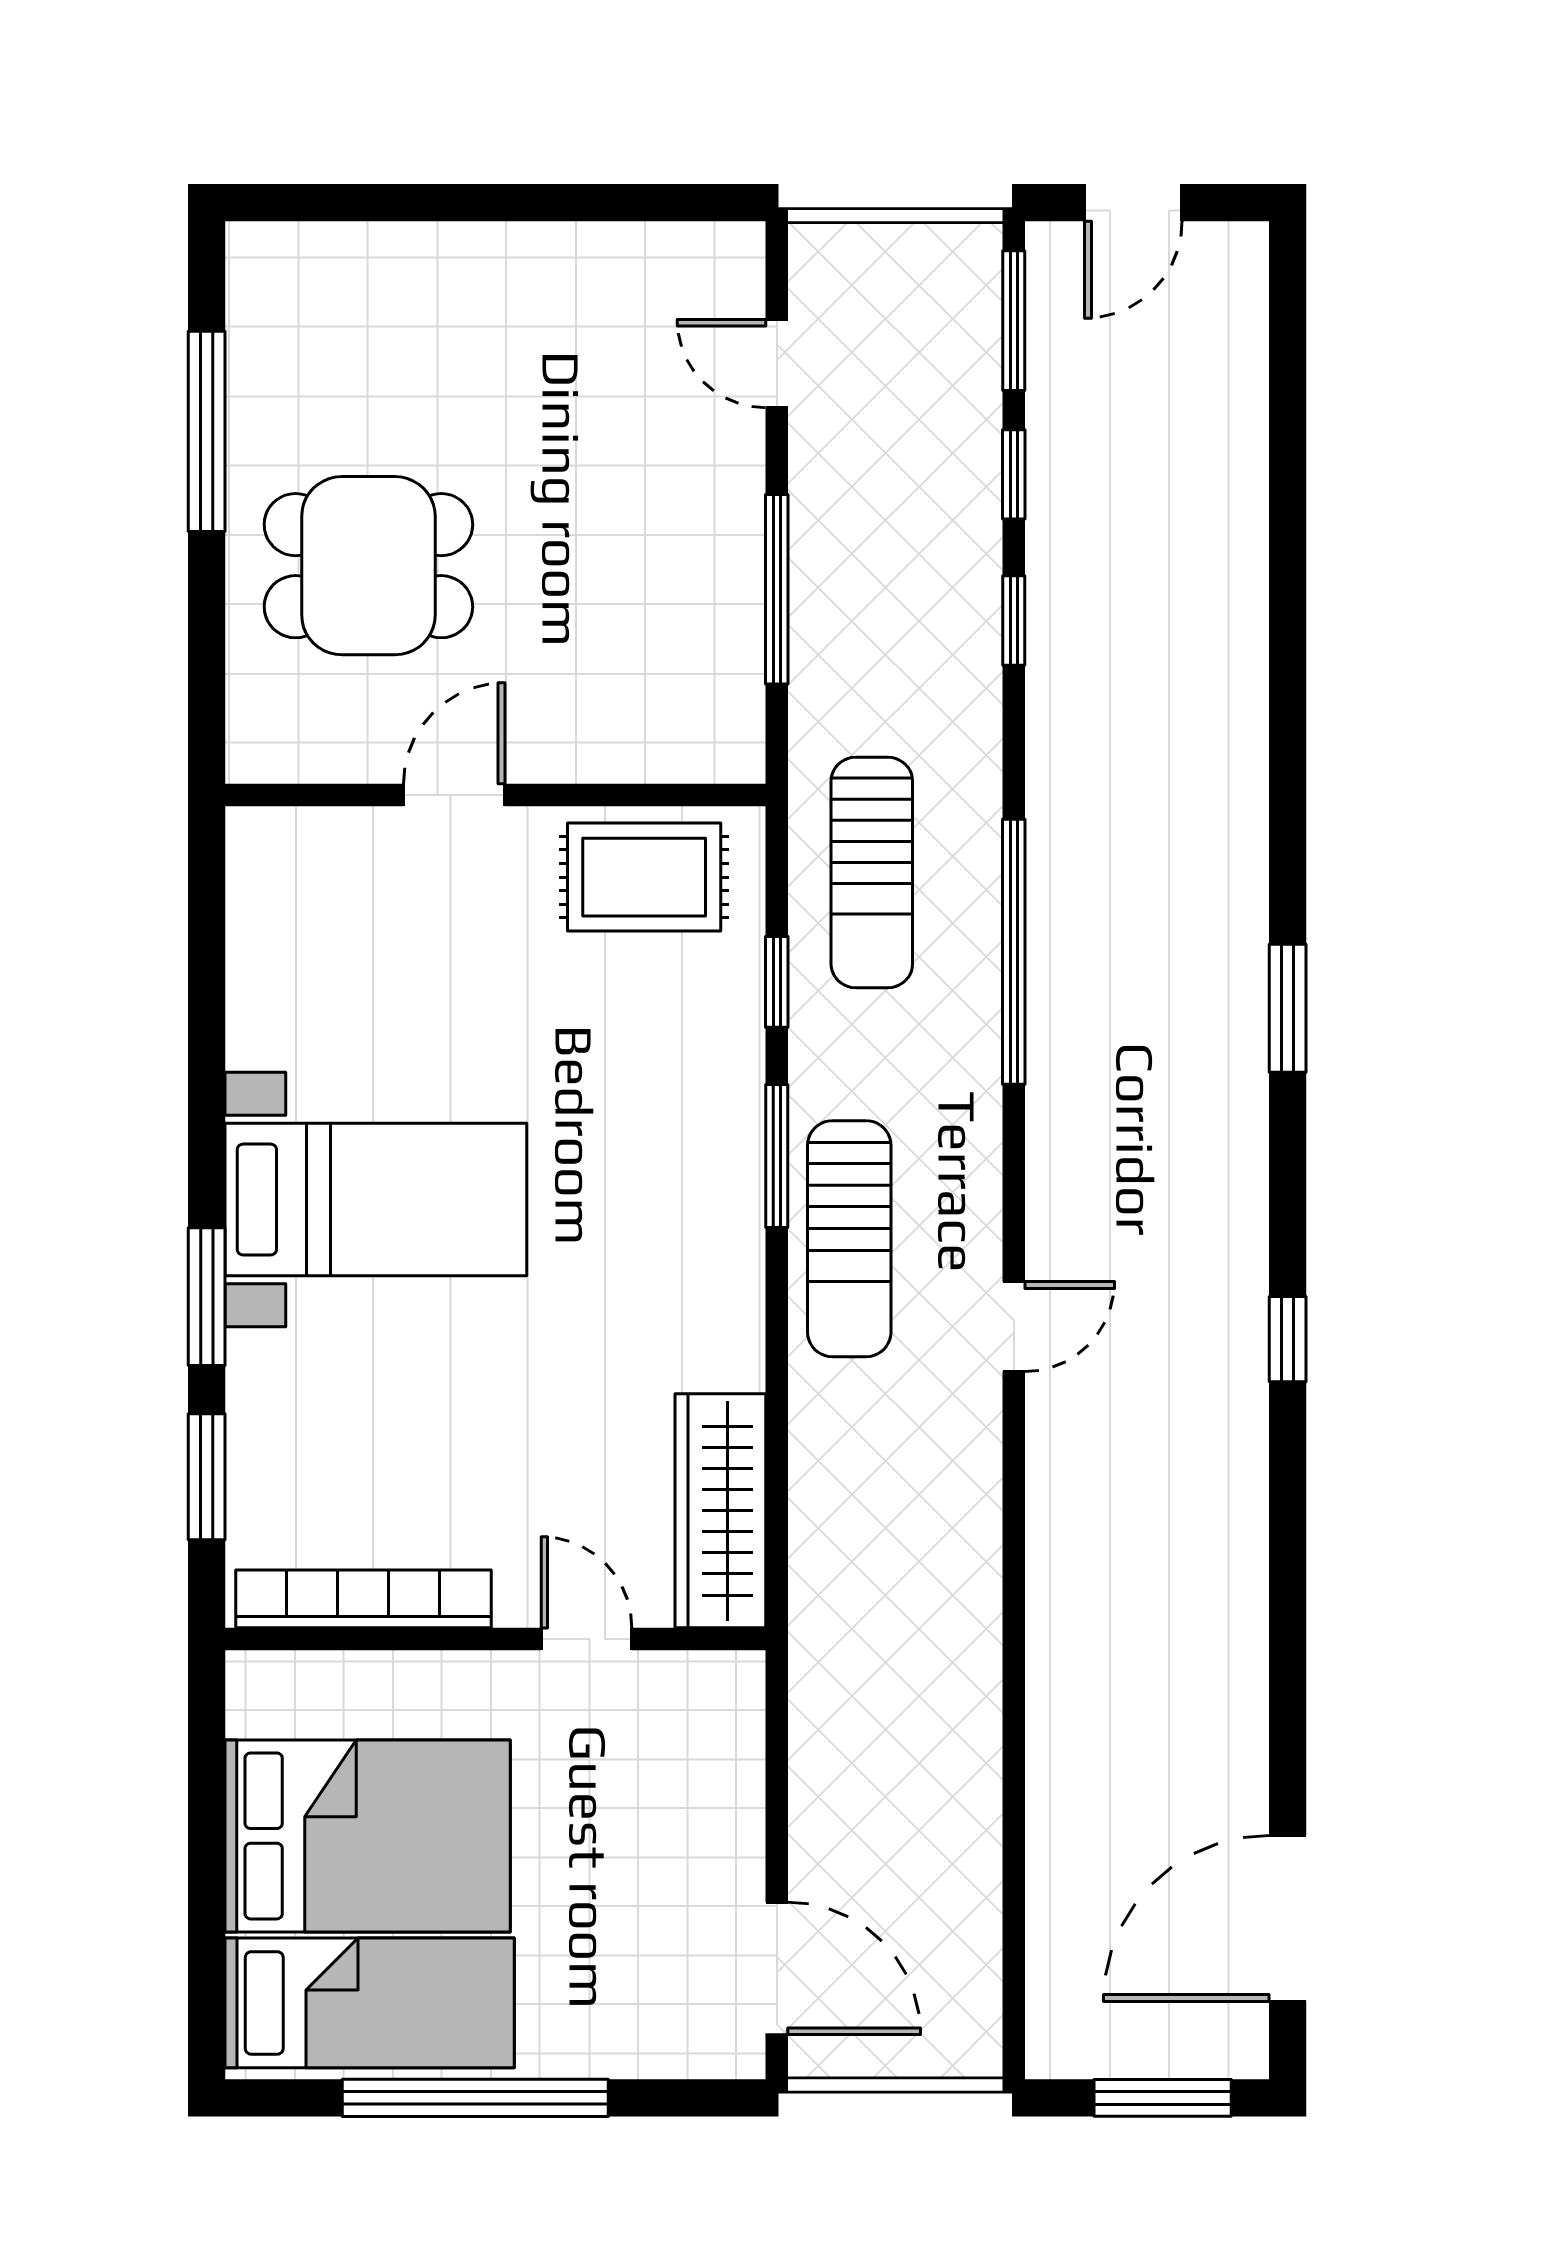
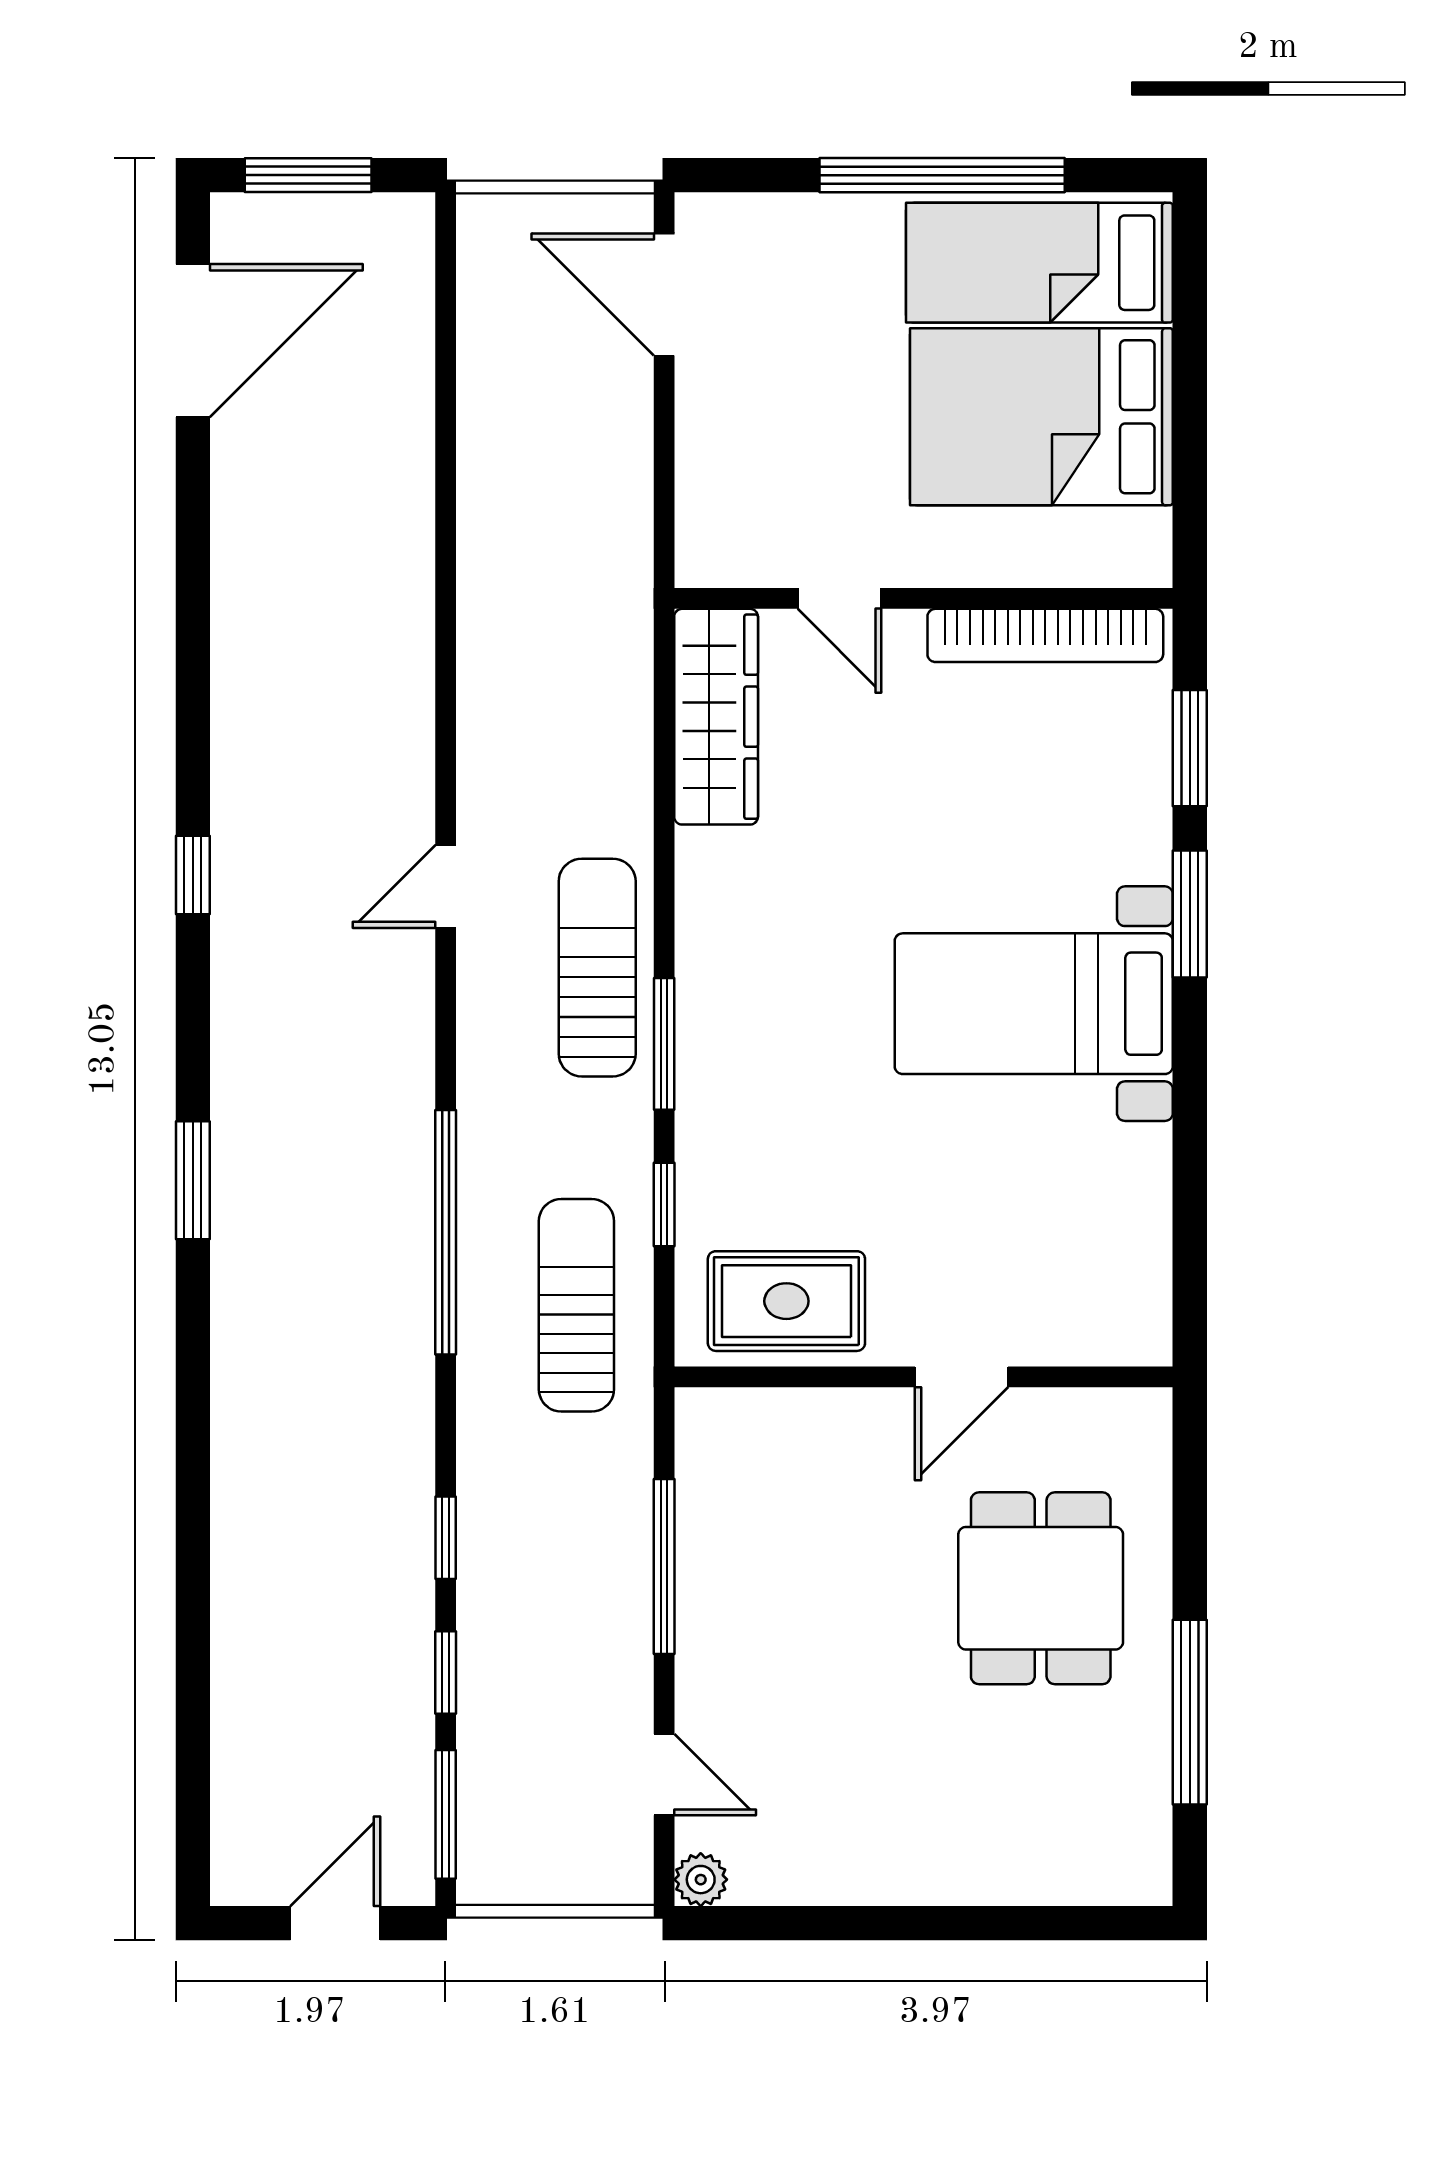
plant: (737, 250) -> (701, 1880), added
dining table: (368, 566) -> (1041, 1588), turned 90

